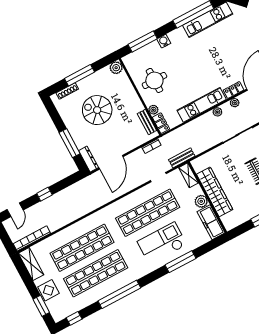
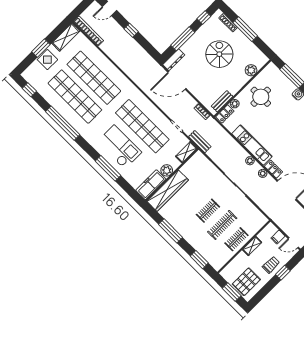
plant: (116, 68) -> (251, 70), moved
window: (54, 115) -> (204, 18), added
wardrobe: (215, 192) -> (168, 191), moved
window: (41, 306) -> (41, 48), moved

